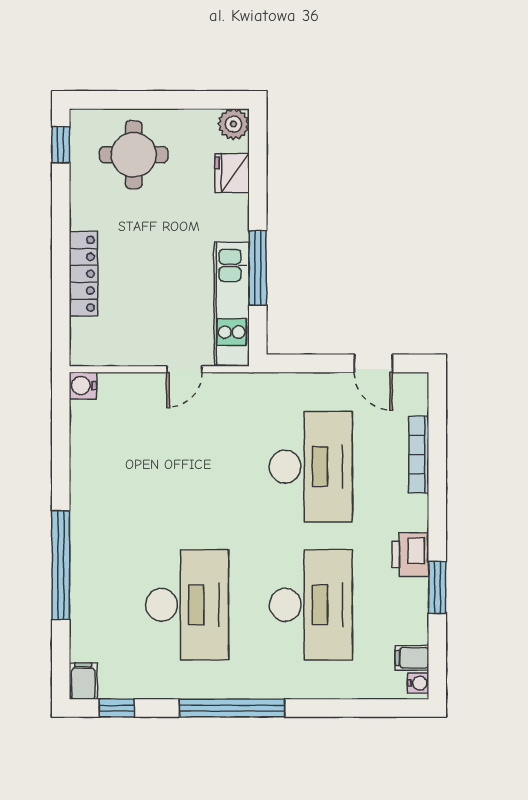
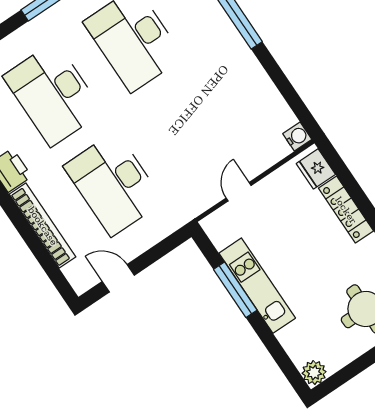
fridge: (232, 173) -> (316, 169), moved, turned 180
kitchen unit: (232, 304) -> (257, 286), moved
bookcase: (419, 455) -> (43, 226), width x1.48, depth x1.31

